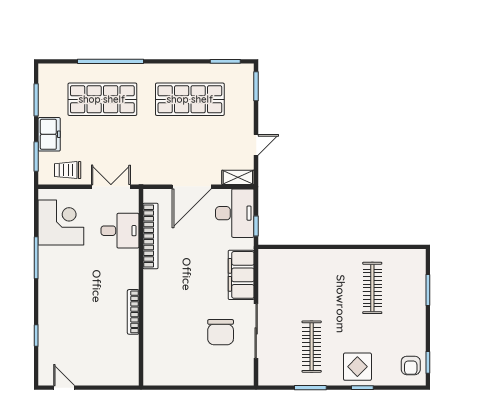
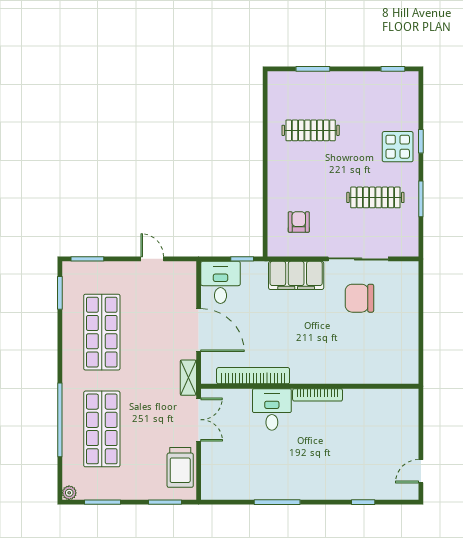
plant: (45, 70) -> (69, 493), added
freezer: (49, 134) -> (141, 488), removed
trolley: (68, 170) -> (180, 467), width x1.36, depth x1.39
shelving: (238, 177) -> (188, 378), moved
double door: (111, 187) -> (199, 420), swing flipped
desk: (235, 213) -> (220, 282), width x0.73
corner desk: (61, 223) -> (238, 475), removed
desk: (120, 231) -> (272, 409), moved
bookcase: (133, 312) -> (318, 395), moved
chair: (221, 332) -> (359, 298), turned 180
armchair: (411, 365) -> (299, 222), moved, turned -90

